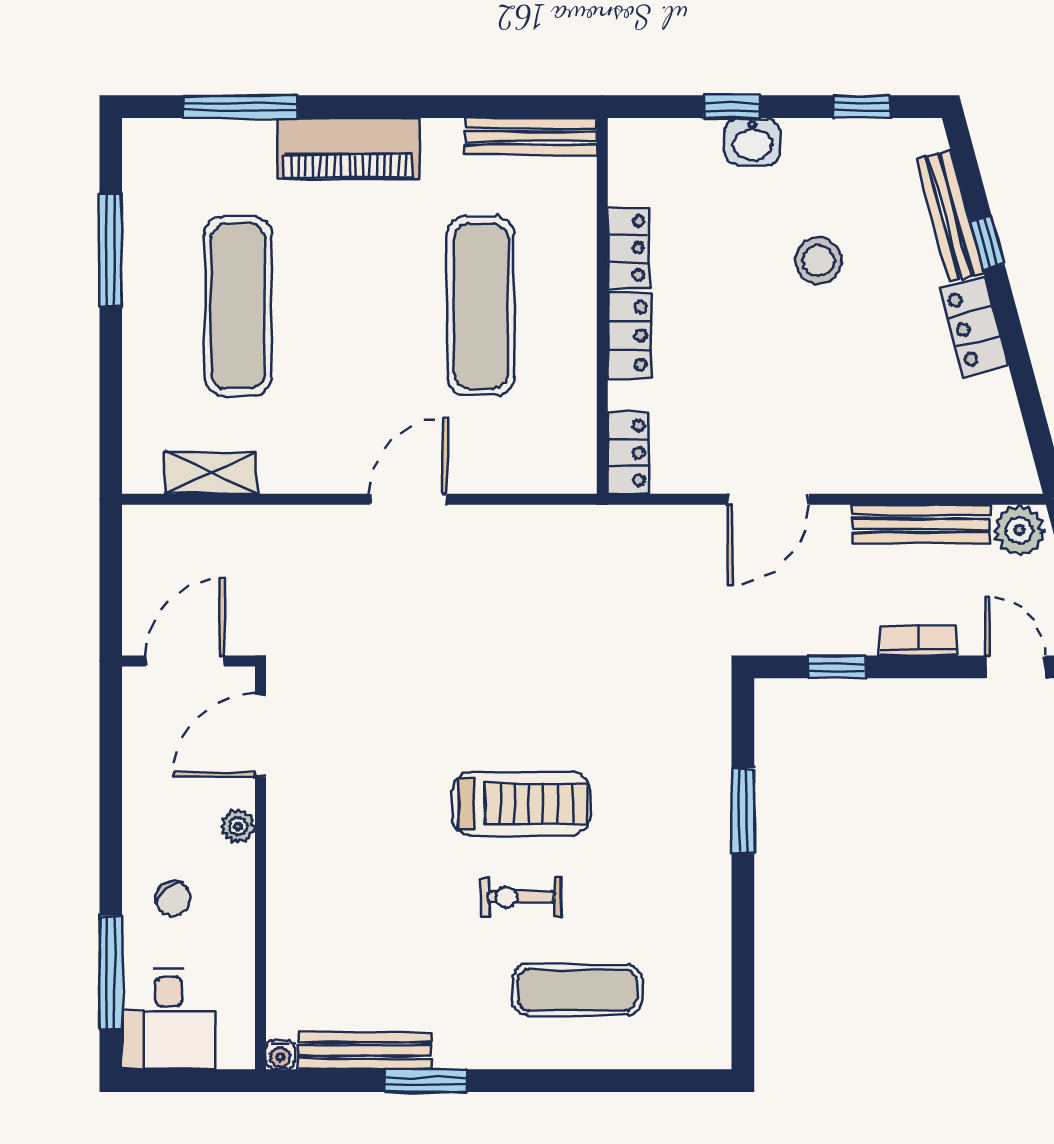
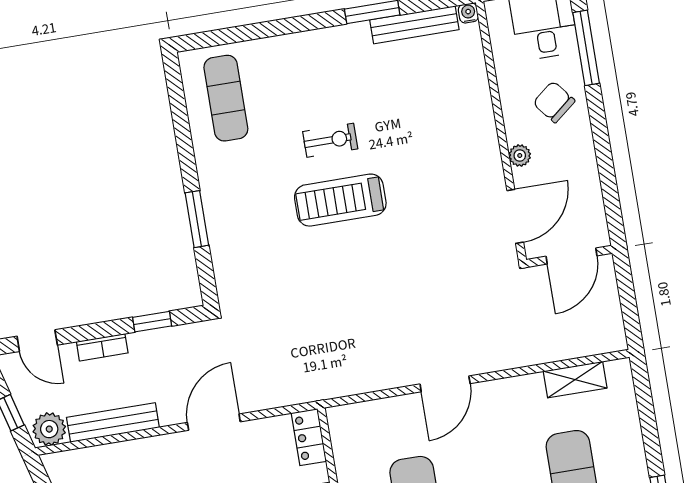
chair: (173, 899) -> (554, 102), width x1.37, depth x1.37
exercise mat: (577, 990) -> (226, 98), moved, turned 90

